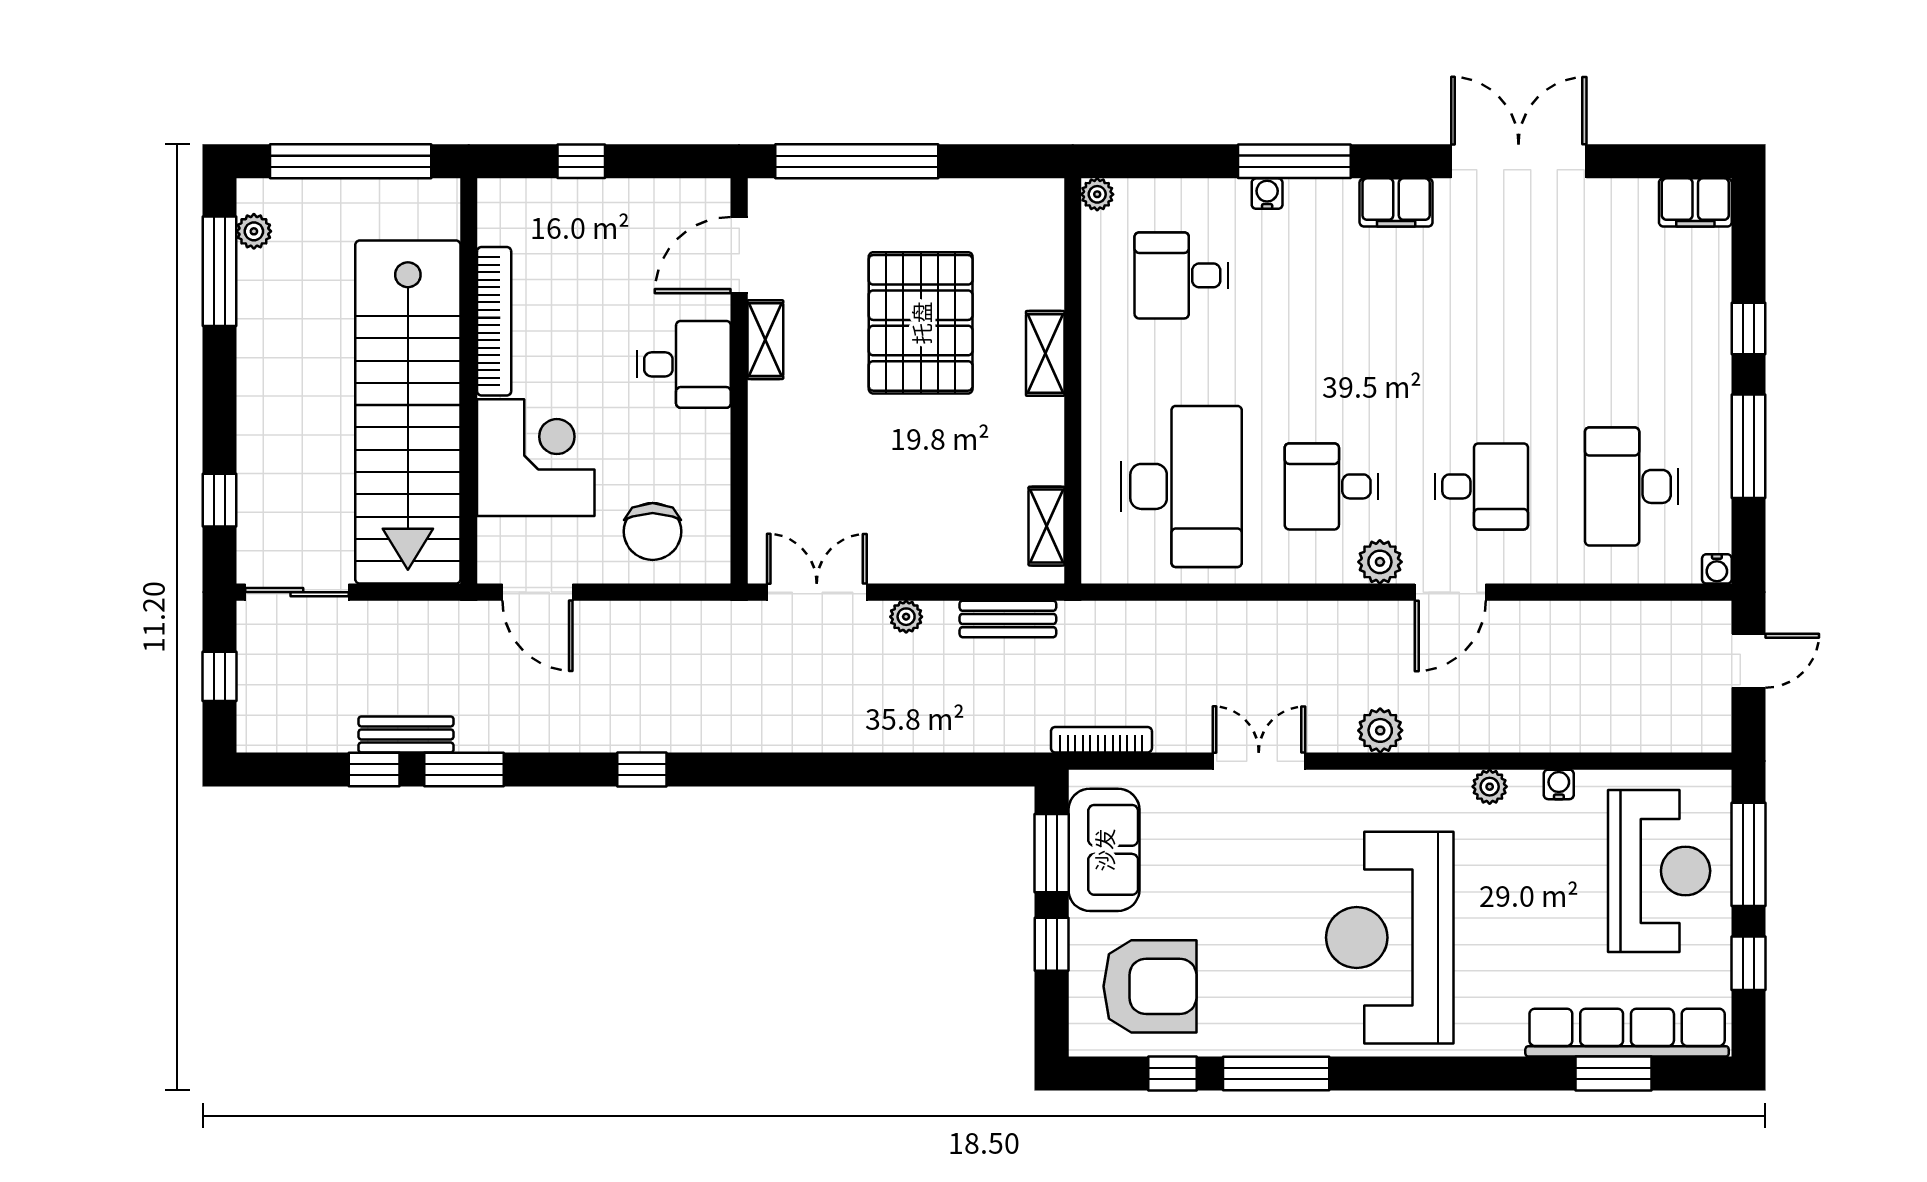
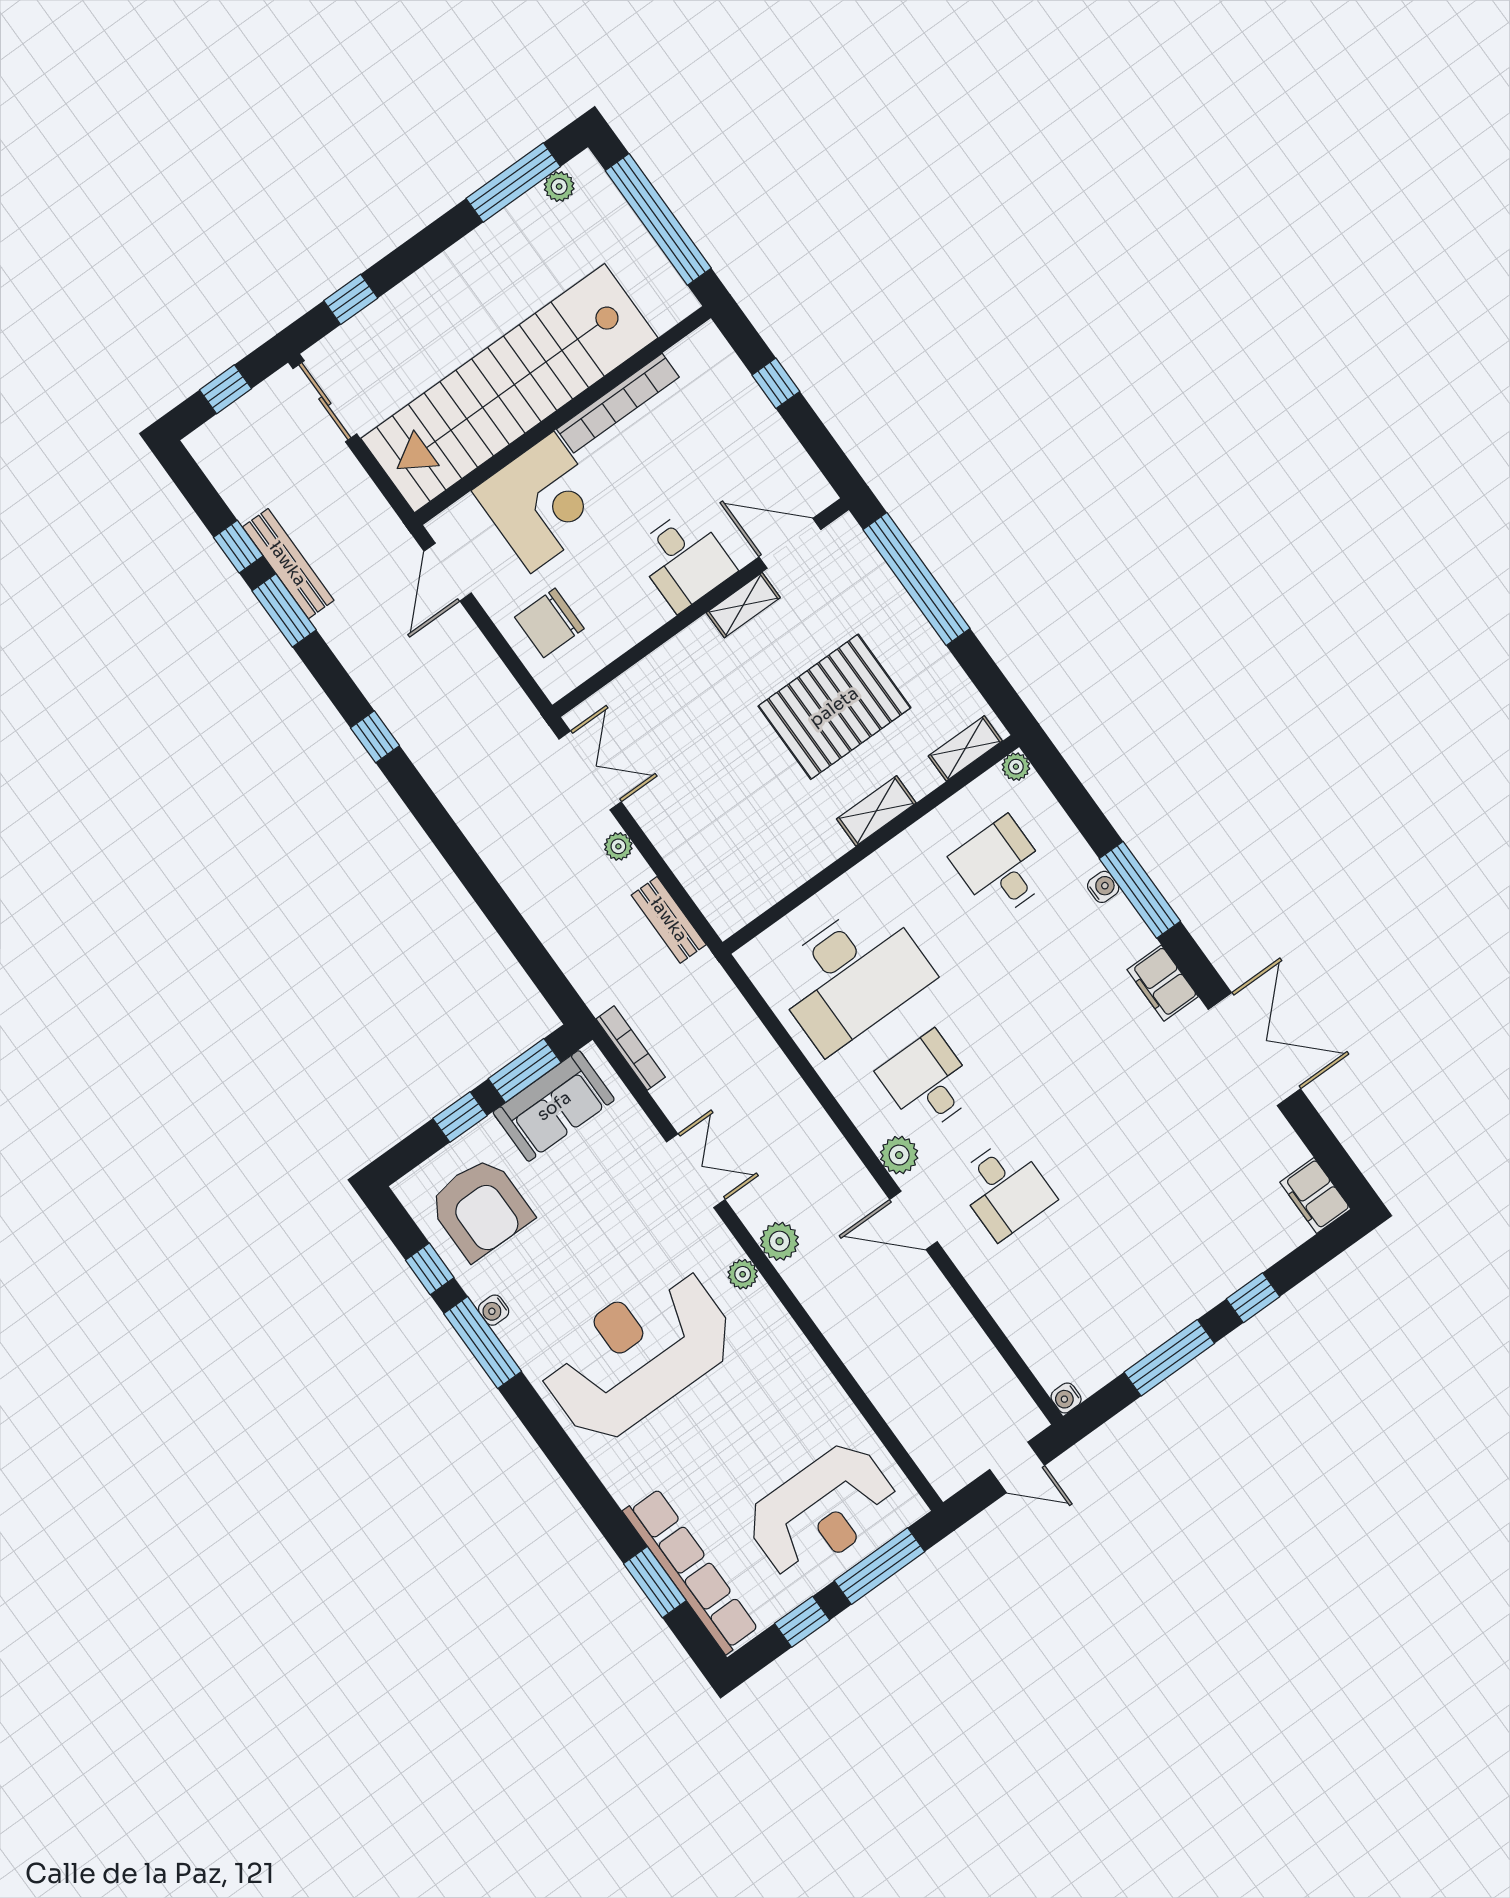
desk: (1632, 486) -> (1081, 1295), removed
shelving: (1047, 526) -> (965, 748), moved
bench: (406, 734) -> (288, 564), width x1.36
water cooler: (1559, 784) -> (494, 1310), moved, turned 180
plant: (1490, 787) -> (743, 1274), moved

